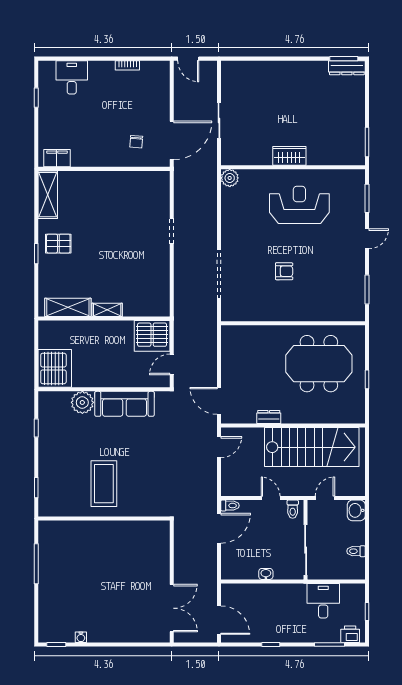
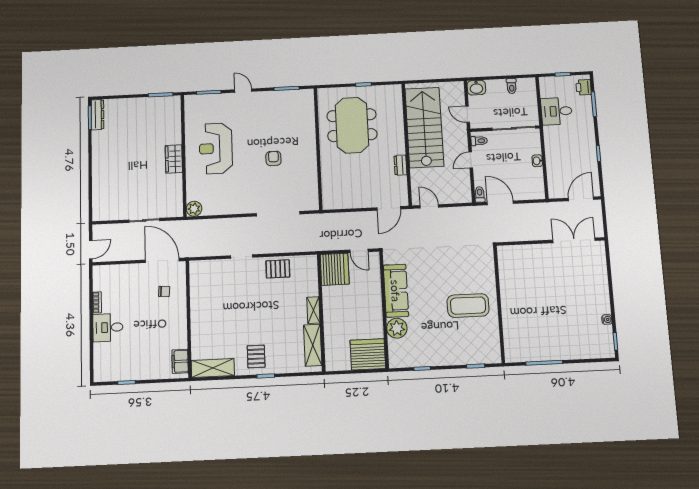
desk: (72, 77) -> (108, 327), moved
pallet: (156, 272) -> (278, 269), added

